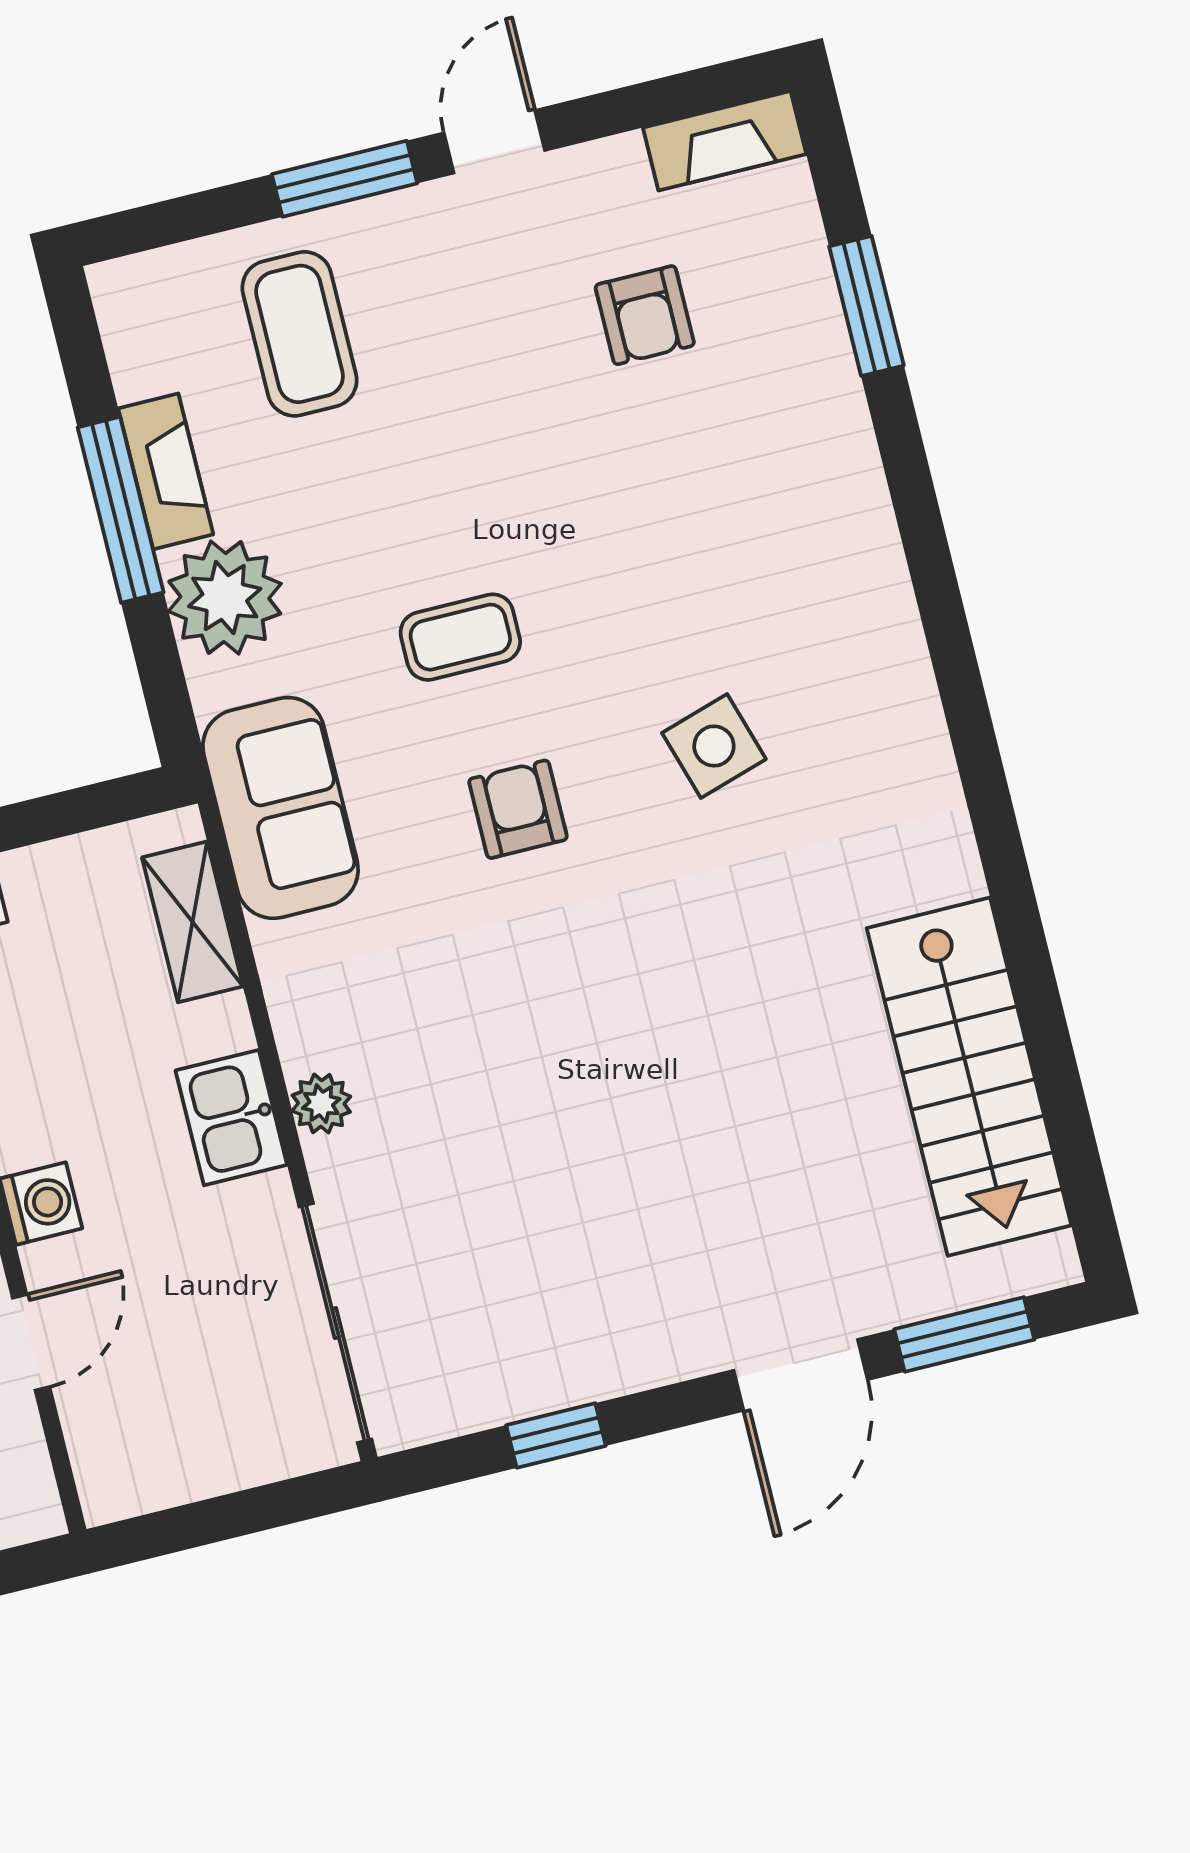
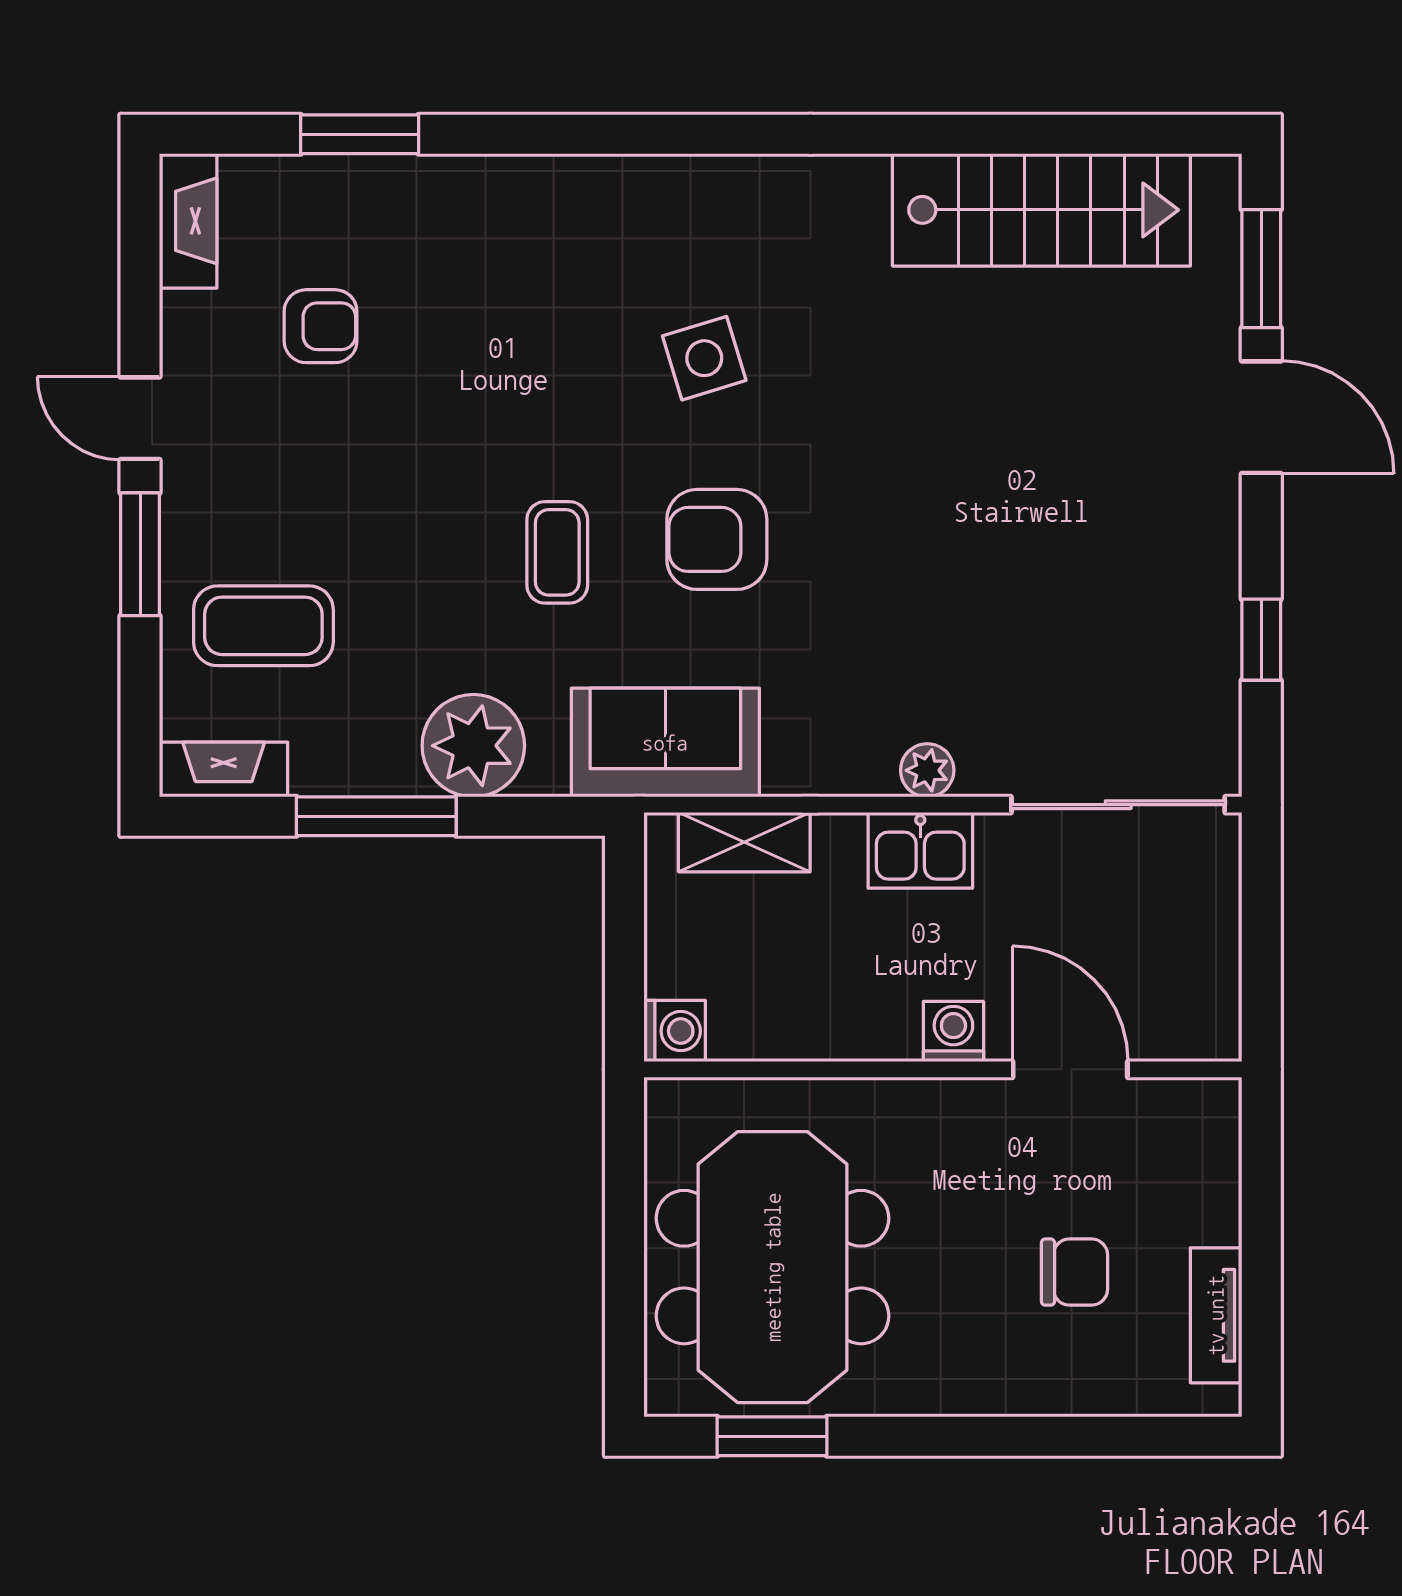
fireplace: (166, 471) -> (224, 770), moved
armchair: (518, 809) -> (717, 539), width x1.38, depth x1.38
door: (31, 1342) -> (1070, 1069), width x1.38

